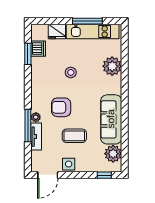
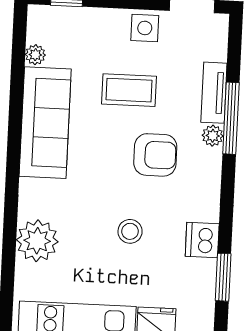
dishwasher: (38, 49) -> (202, 240), moved
plant: (113, 154) -> (35, 55), width x0.53, depth x0.53

